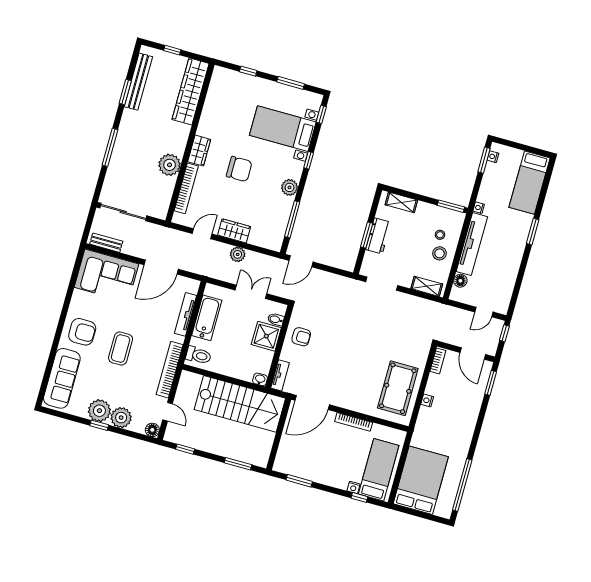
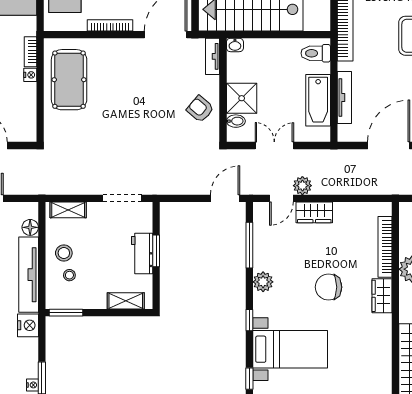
nightstand: (479, 208) -> (28, 325), width x1.89, depth x1.79
door: (202, 234) -> (281, 198), moved
double door: (251, 292) -> (274, 146), swing flipped
armchair: (301, 337) -> (200, 109), turned 40
bookcase: (438, 361) -> (31, 52), moved

